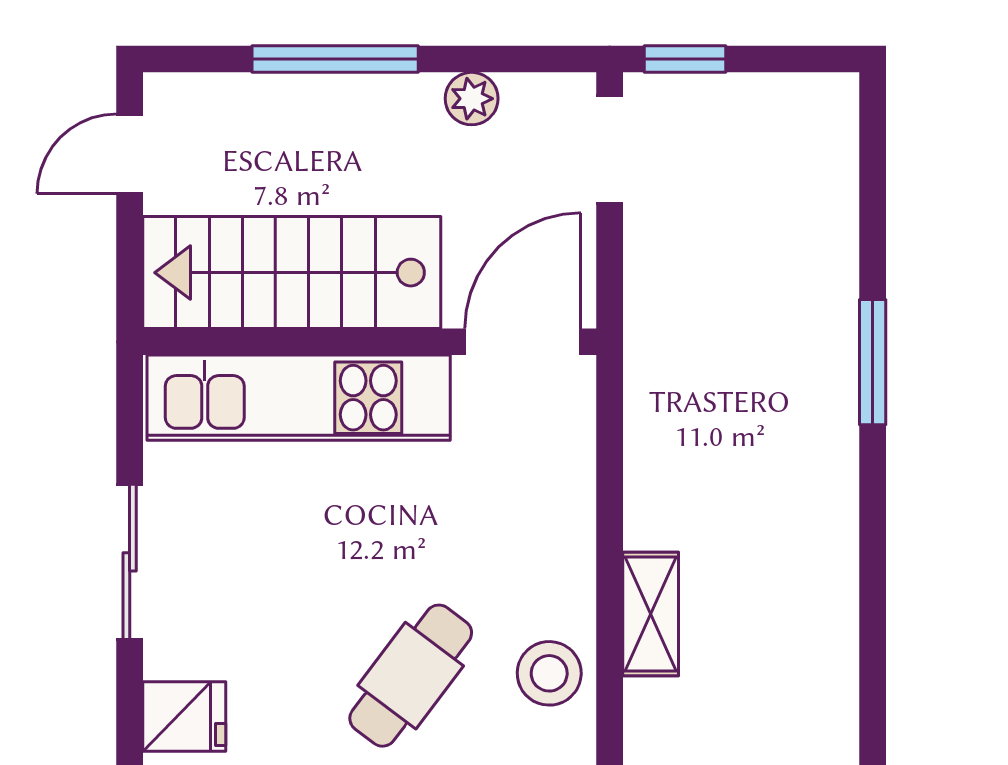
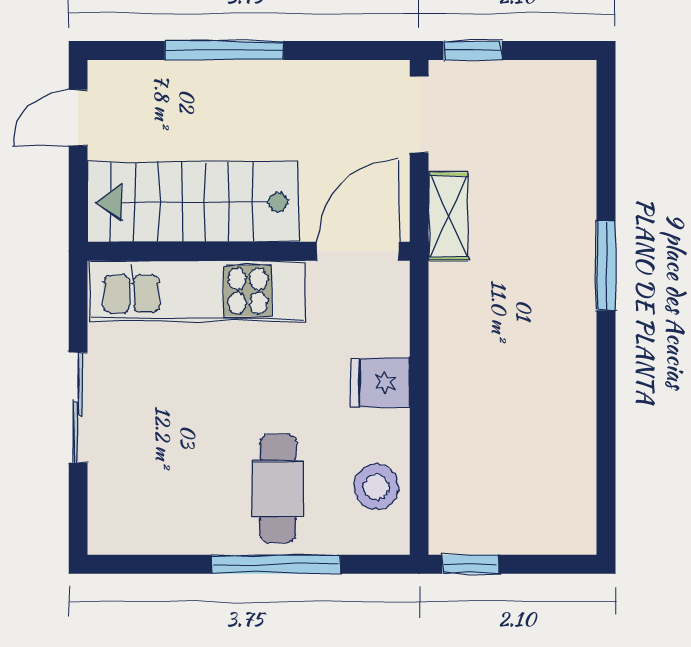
plant: (472, 99) -> (321, 79), removed
shelving: (651, 614) -> (448, 217), moved
cafe table: (411, 676) -> (278, 488), turned -37
fridge: (184, 717) -> (380, 383), moved, turned 180

